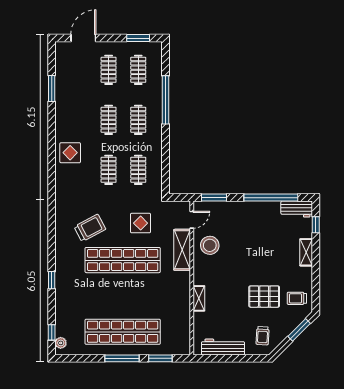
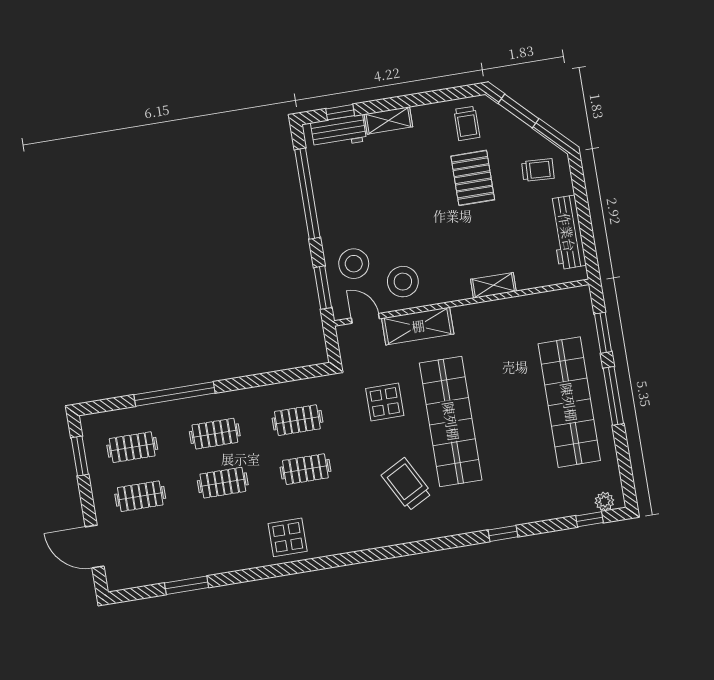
workbench: (297, 209) -> (339, 132), moved, turned 90
stool: (225, 218) -> (354, 264), added

